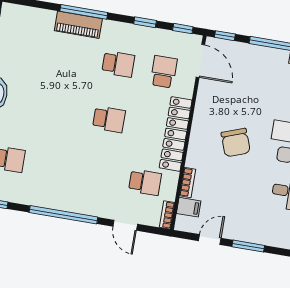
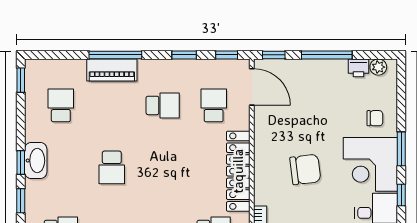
school desk: (28, 49) -> (61, 105), added
school desk: (109, 119) -> (112, 167), moved, turned 90
chair: (236, 143) -> (305, 169), turned -77

